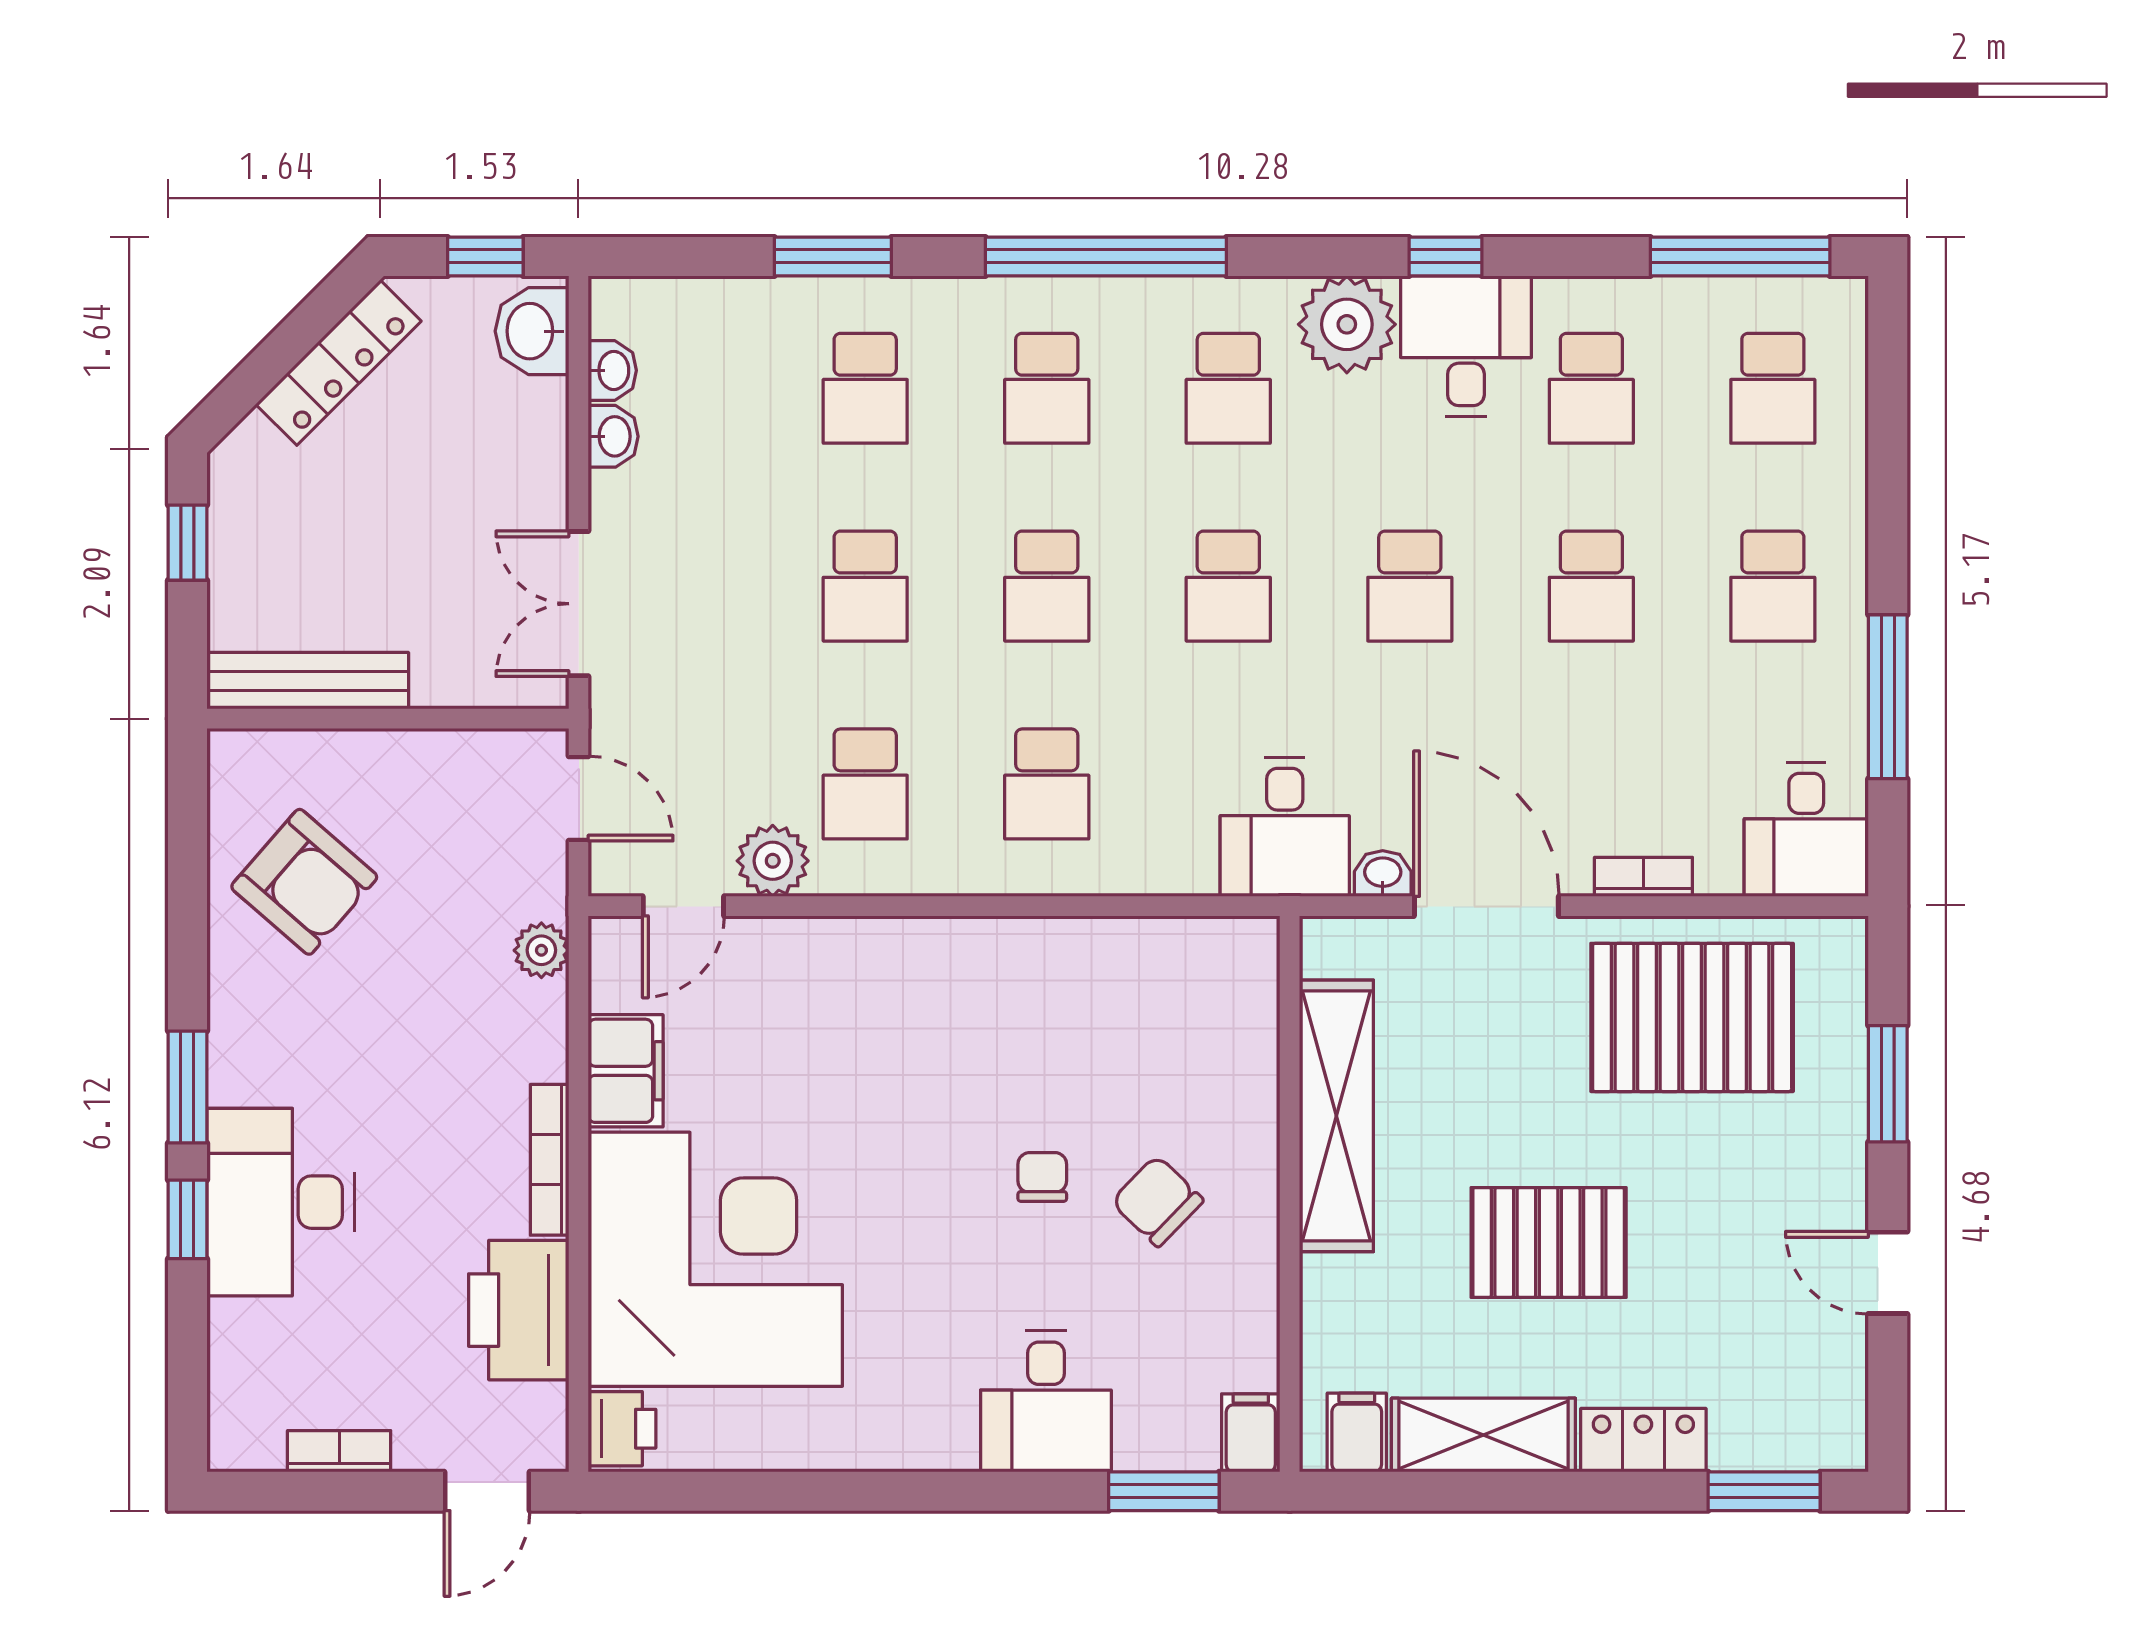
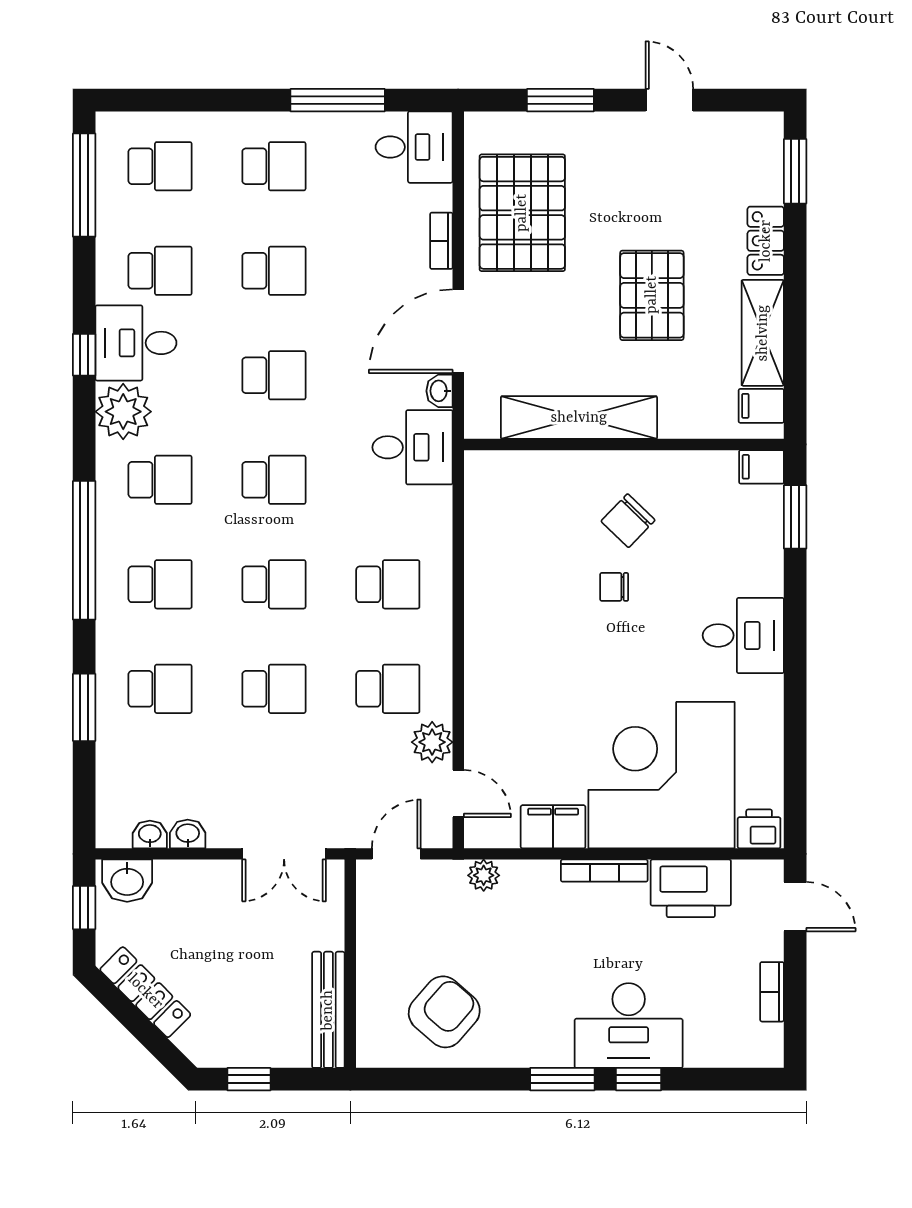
door: (1888, 1273) -> (669, 100), swing flipped
desk: (1046, 1401) -> (743, 635), moved

